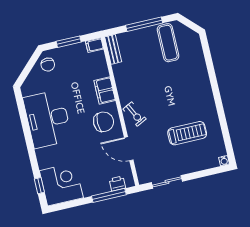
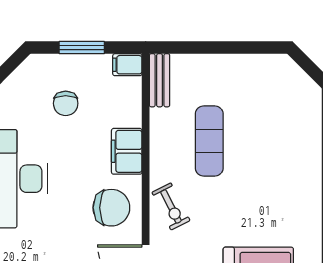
window: (144, 24) -> (226, 48), removed
exercise mat: (168, 43) -> (209, 141), moved
chair: (48, 65) -> (66, 103), moved

